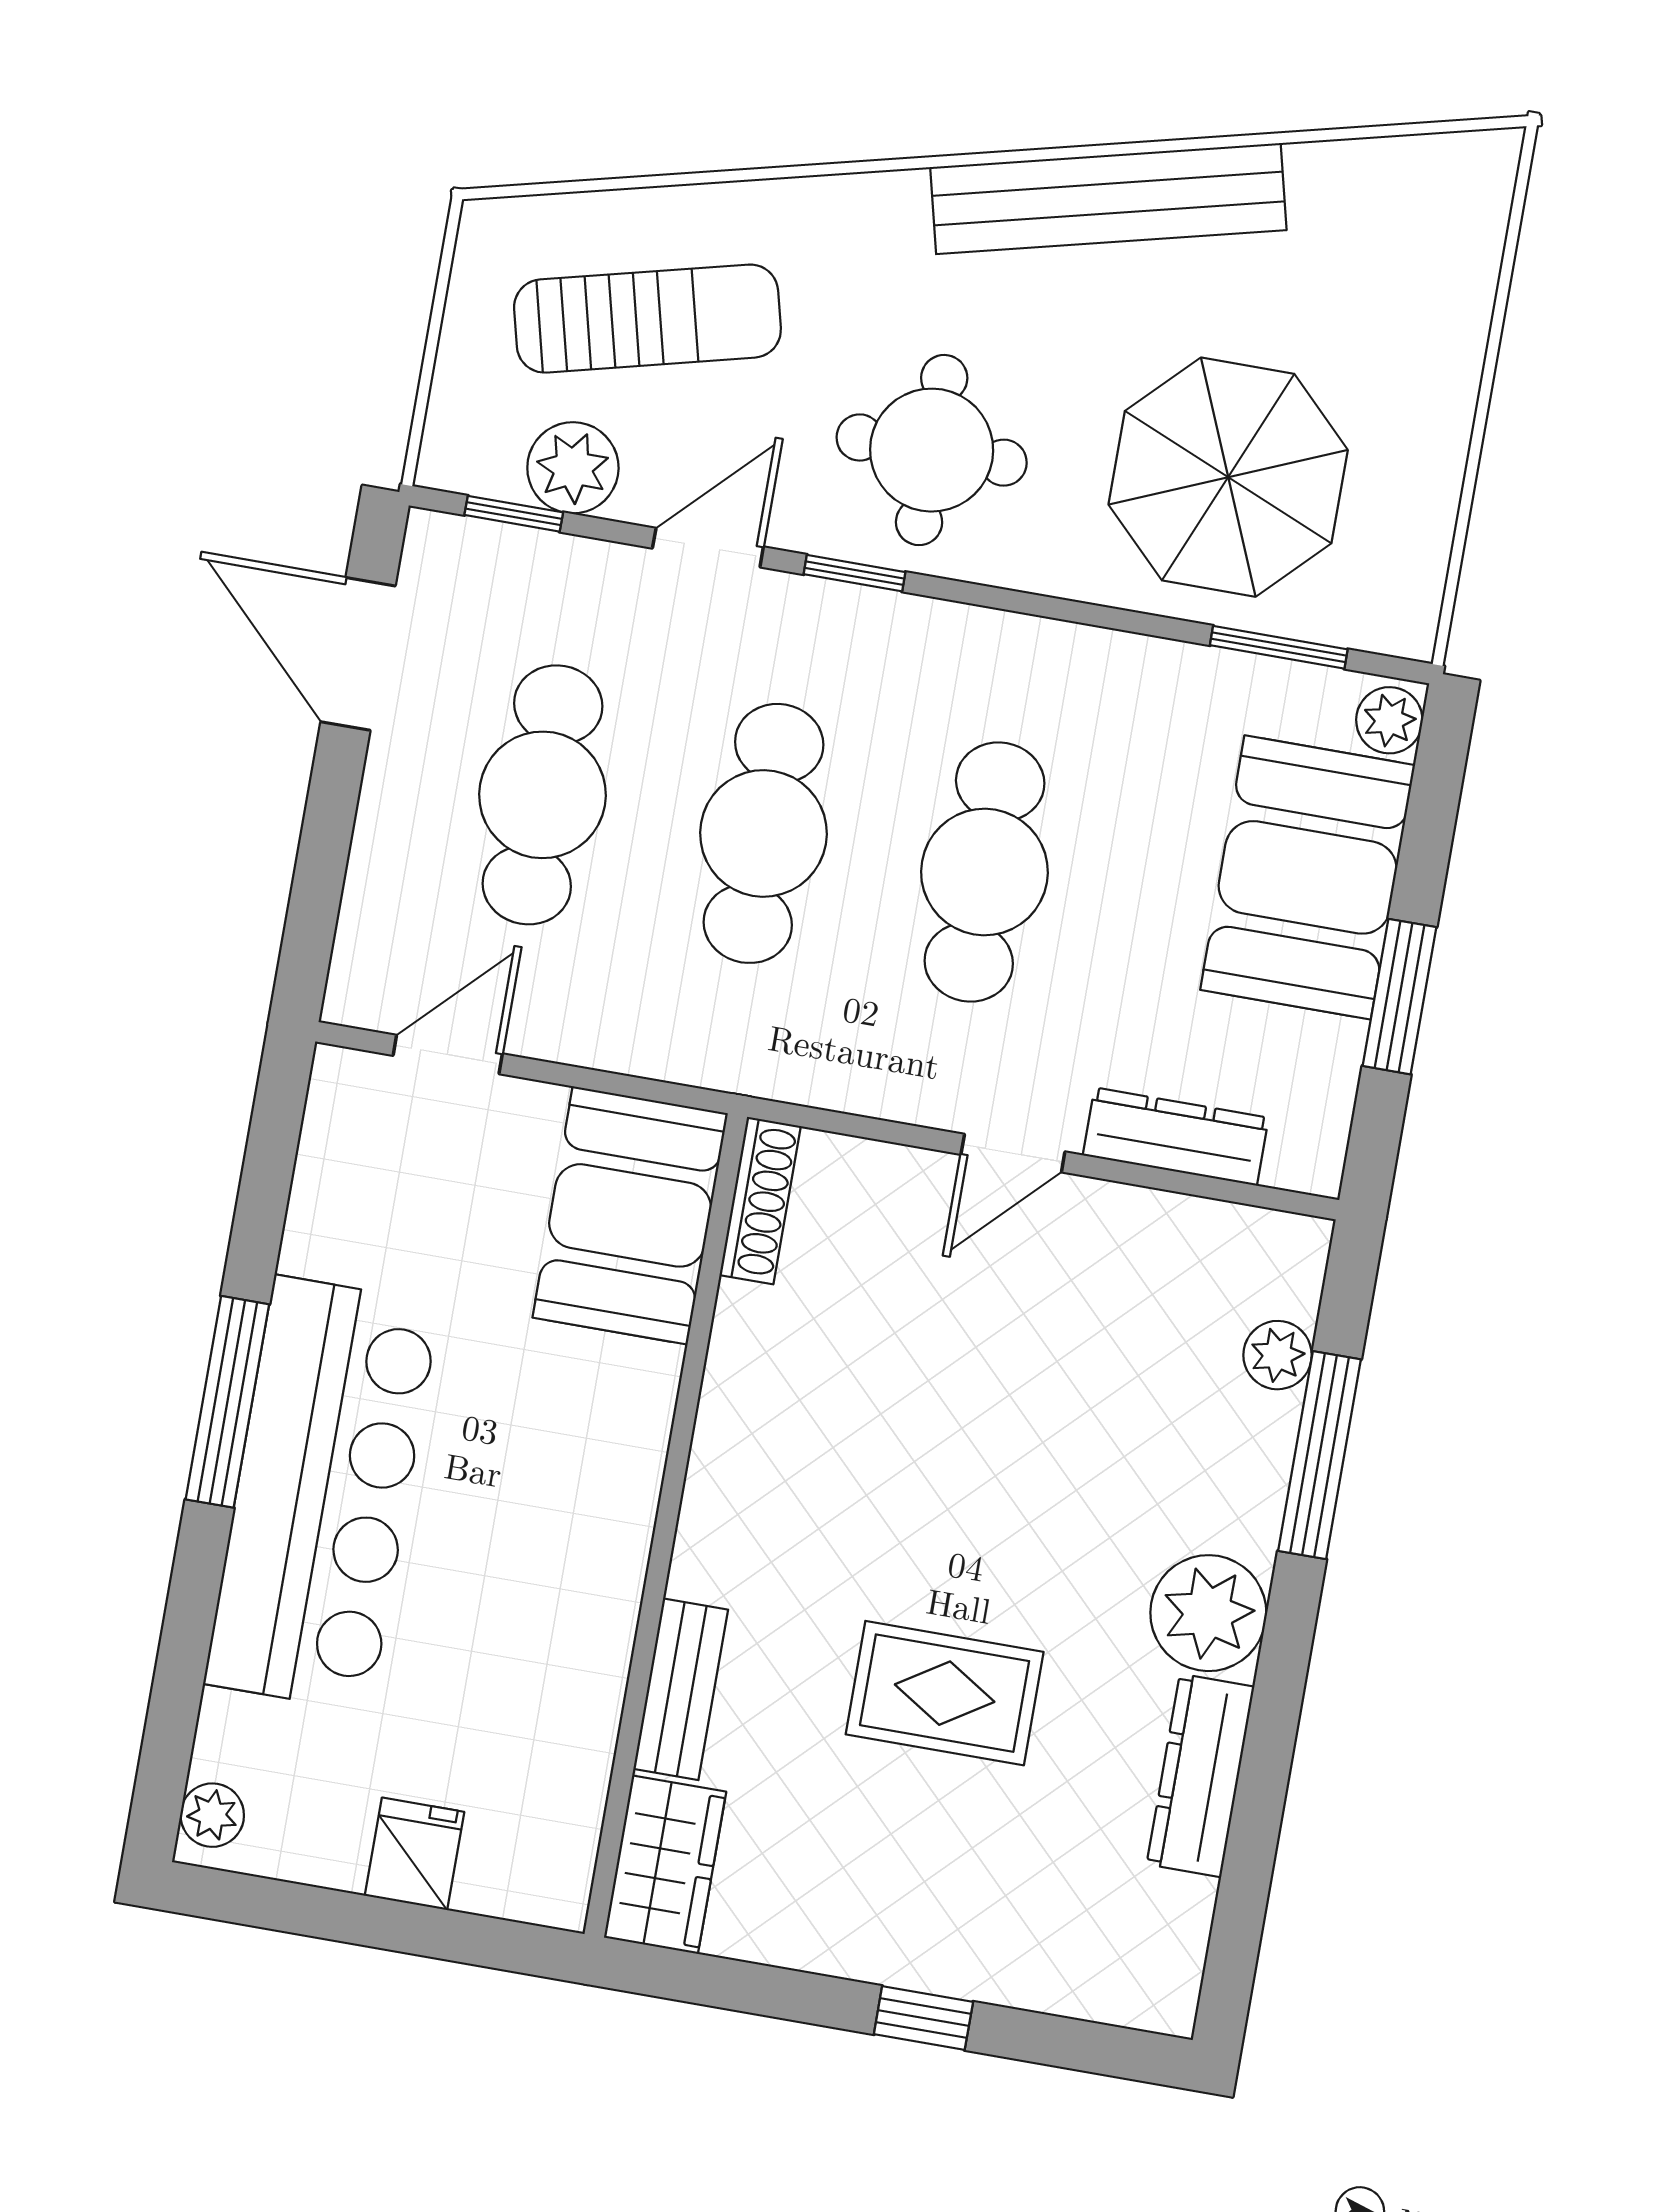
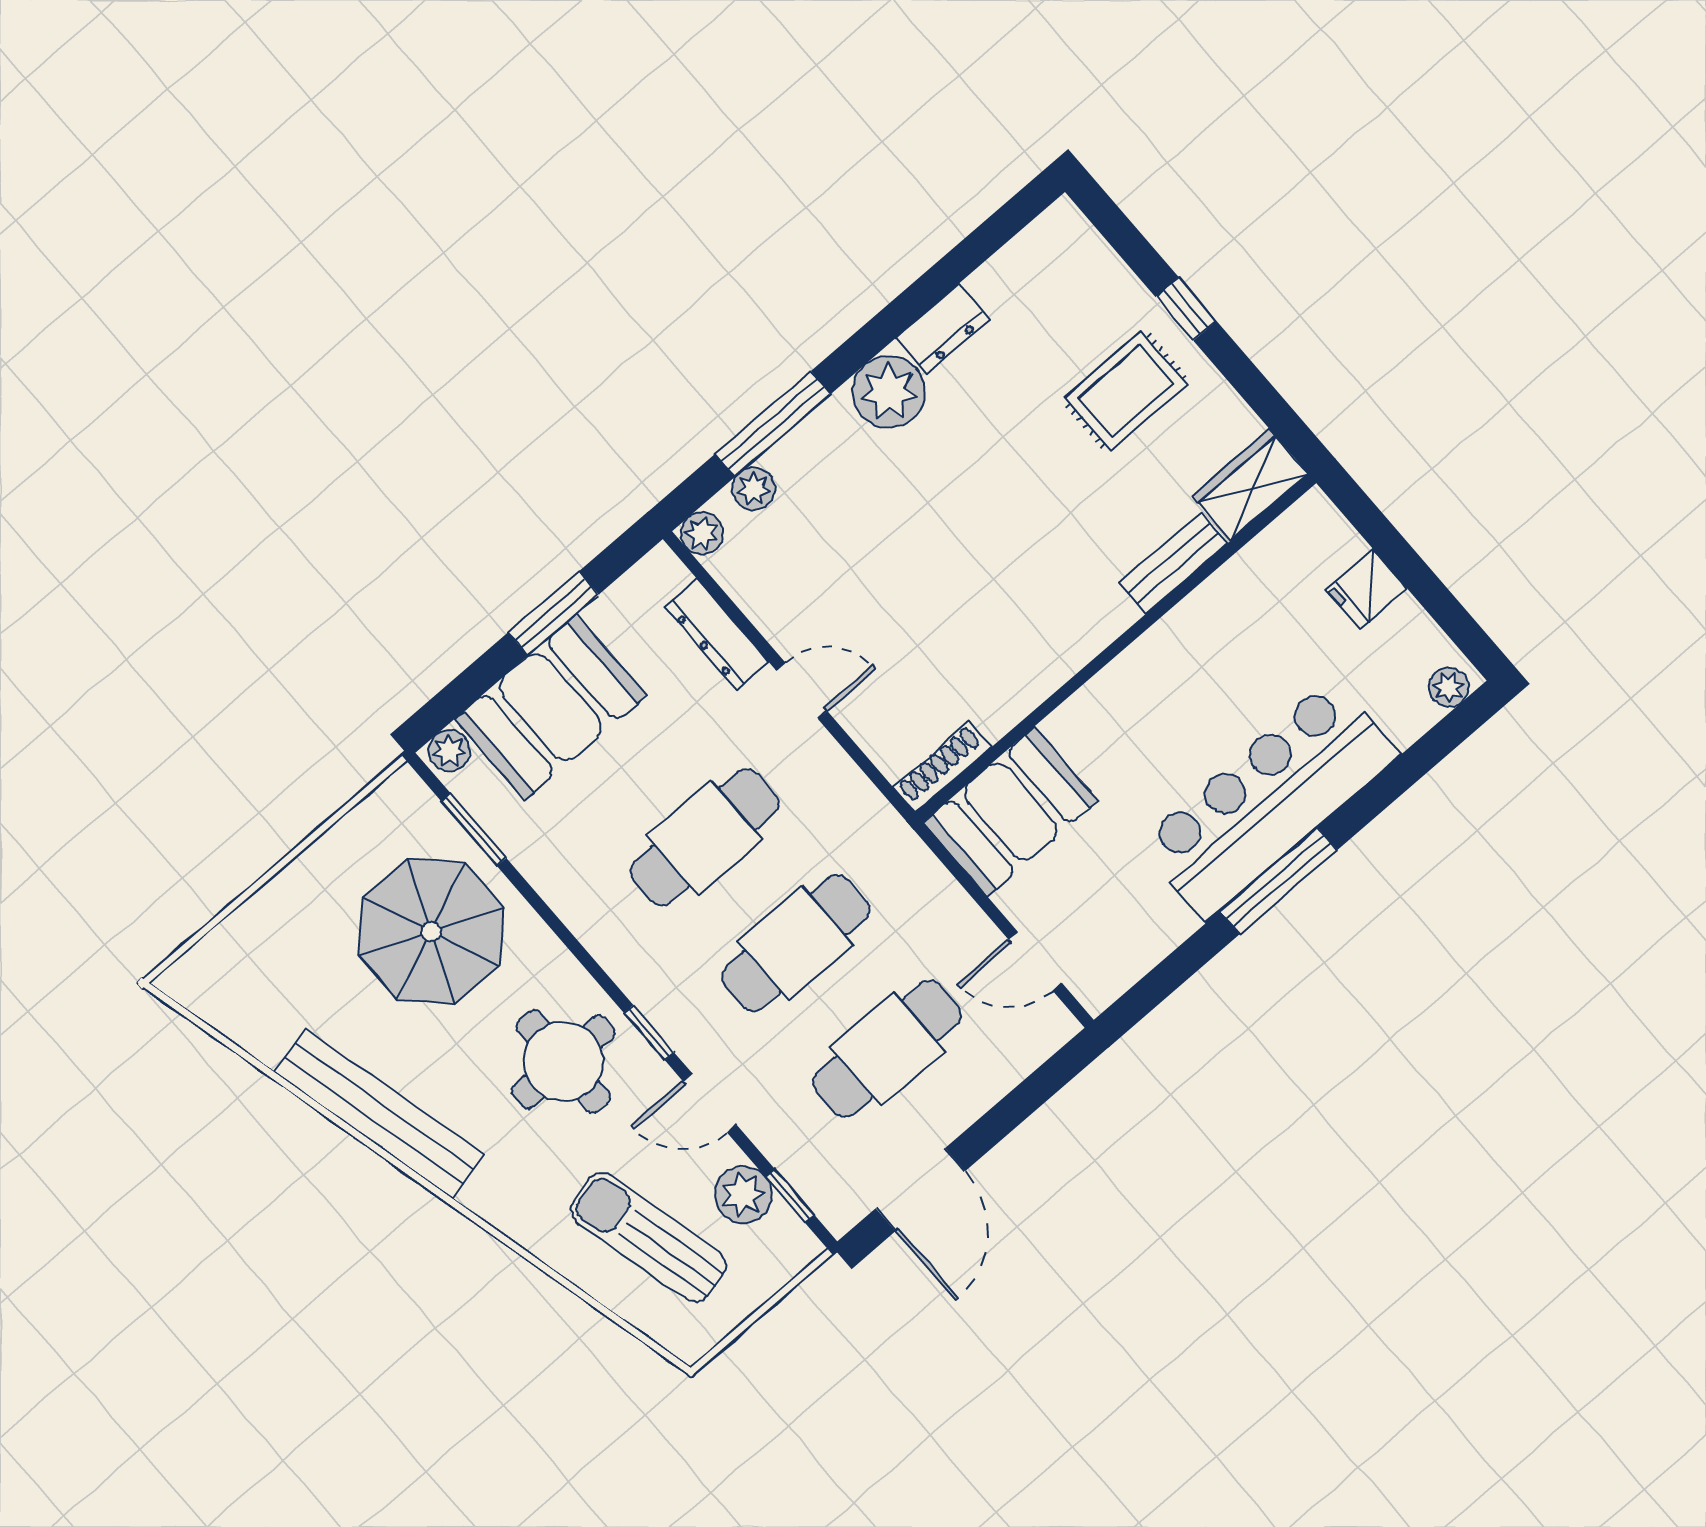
plant: (1297, 1247) -> (702, 533), added
rug: (945, 1693) -> (1126, 391), moved, turned 90
dresser: (1200, 1775) -> (943, 329), width x0.70

